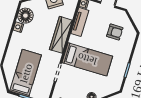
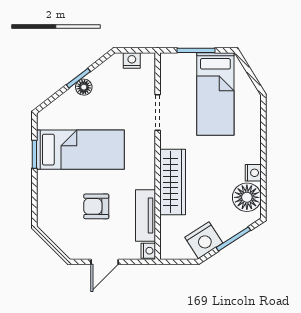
armchair: (115, 32) -> (96, 206), moved
bed: (87, 59) -> (80, 150), moved, turned 180

